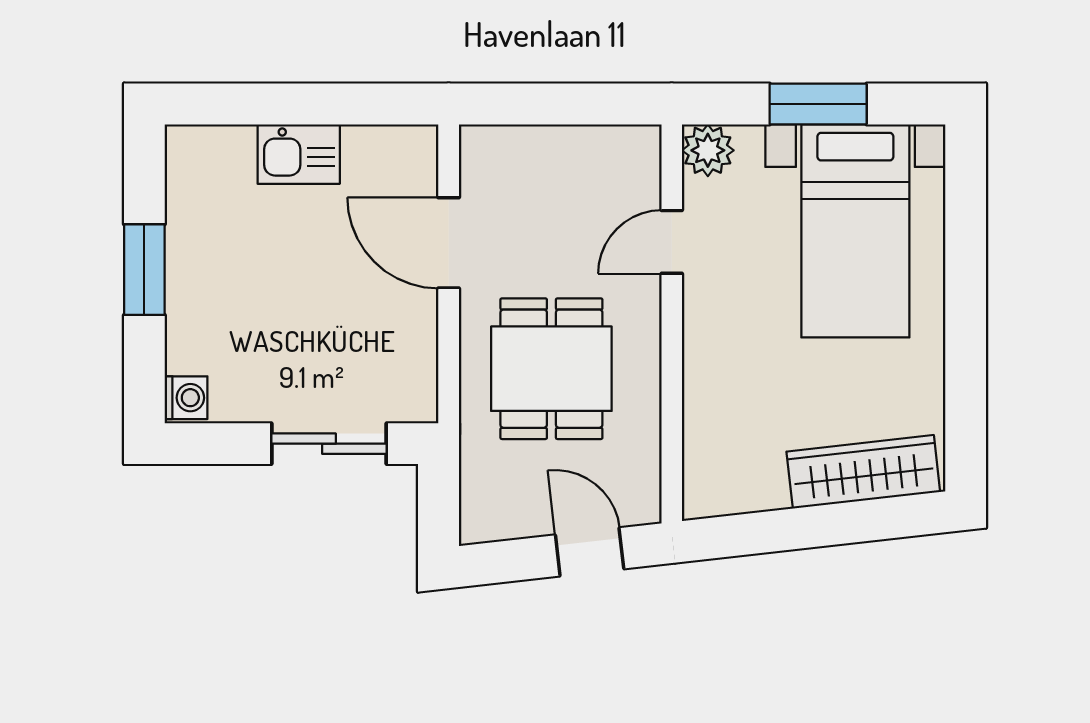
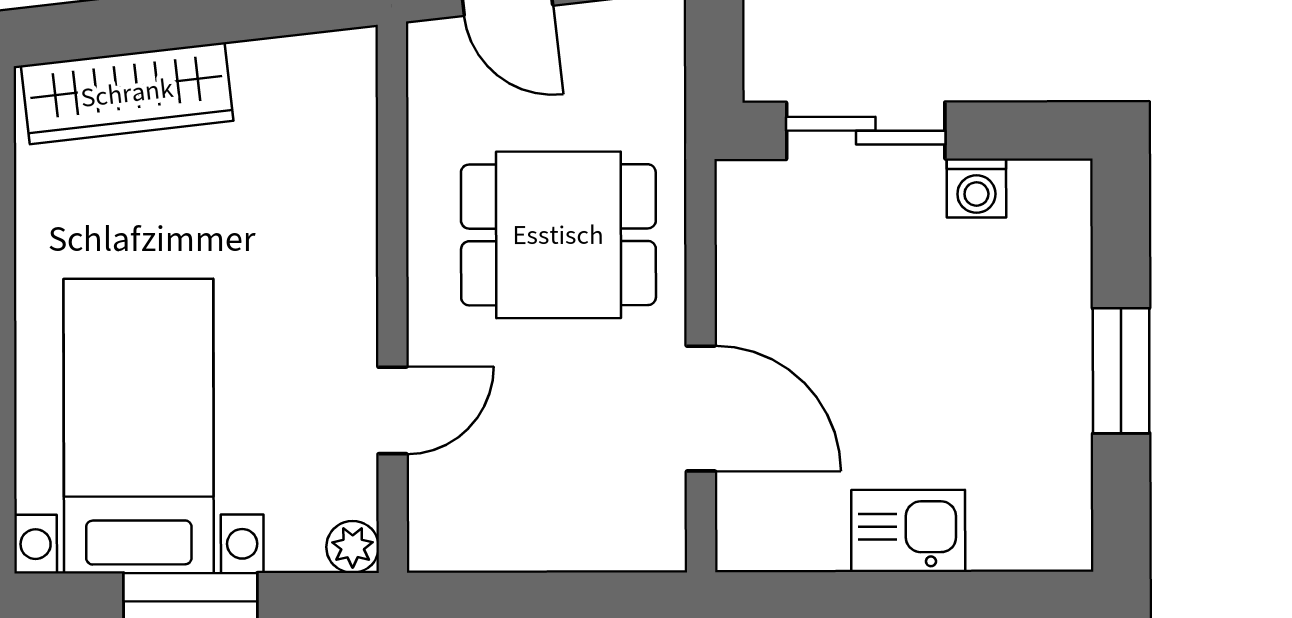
plant: (708, 150) -> (353, 547), width x0.73, depth x0.73
dining table: (551, 369) -> (558, 235), turned 90
washing machine: (186, 398) -> (976, 188), moved, turned -90

